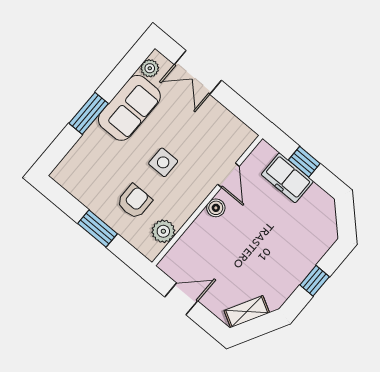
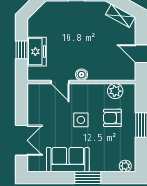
plant: (150, 68) -> (125, 166), moved
door: (229, 175) -> (60, 82), swing flipped

